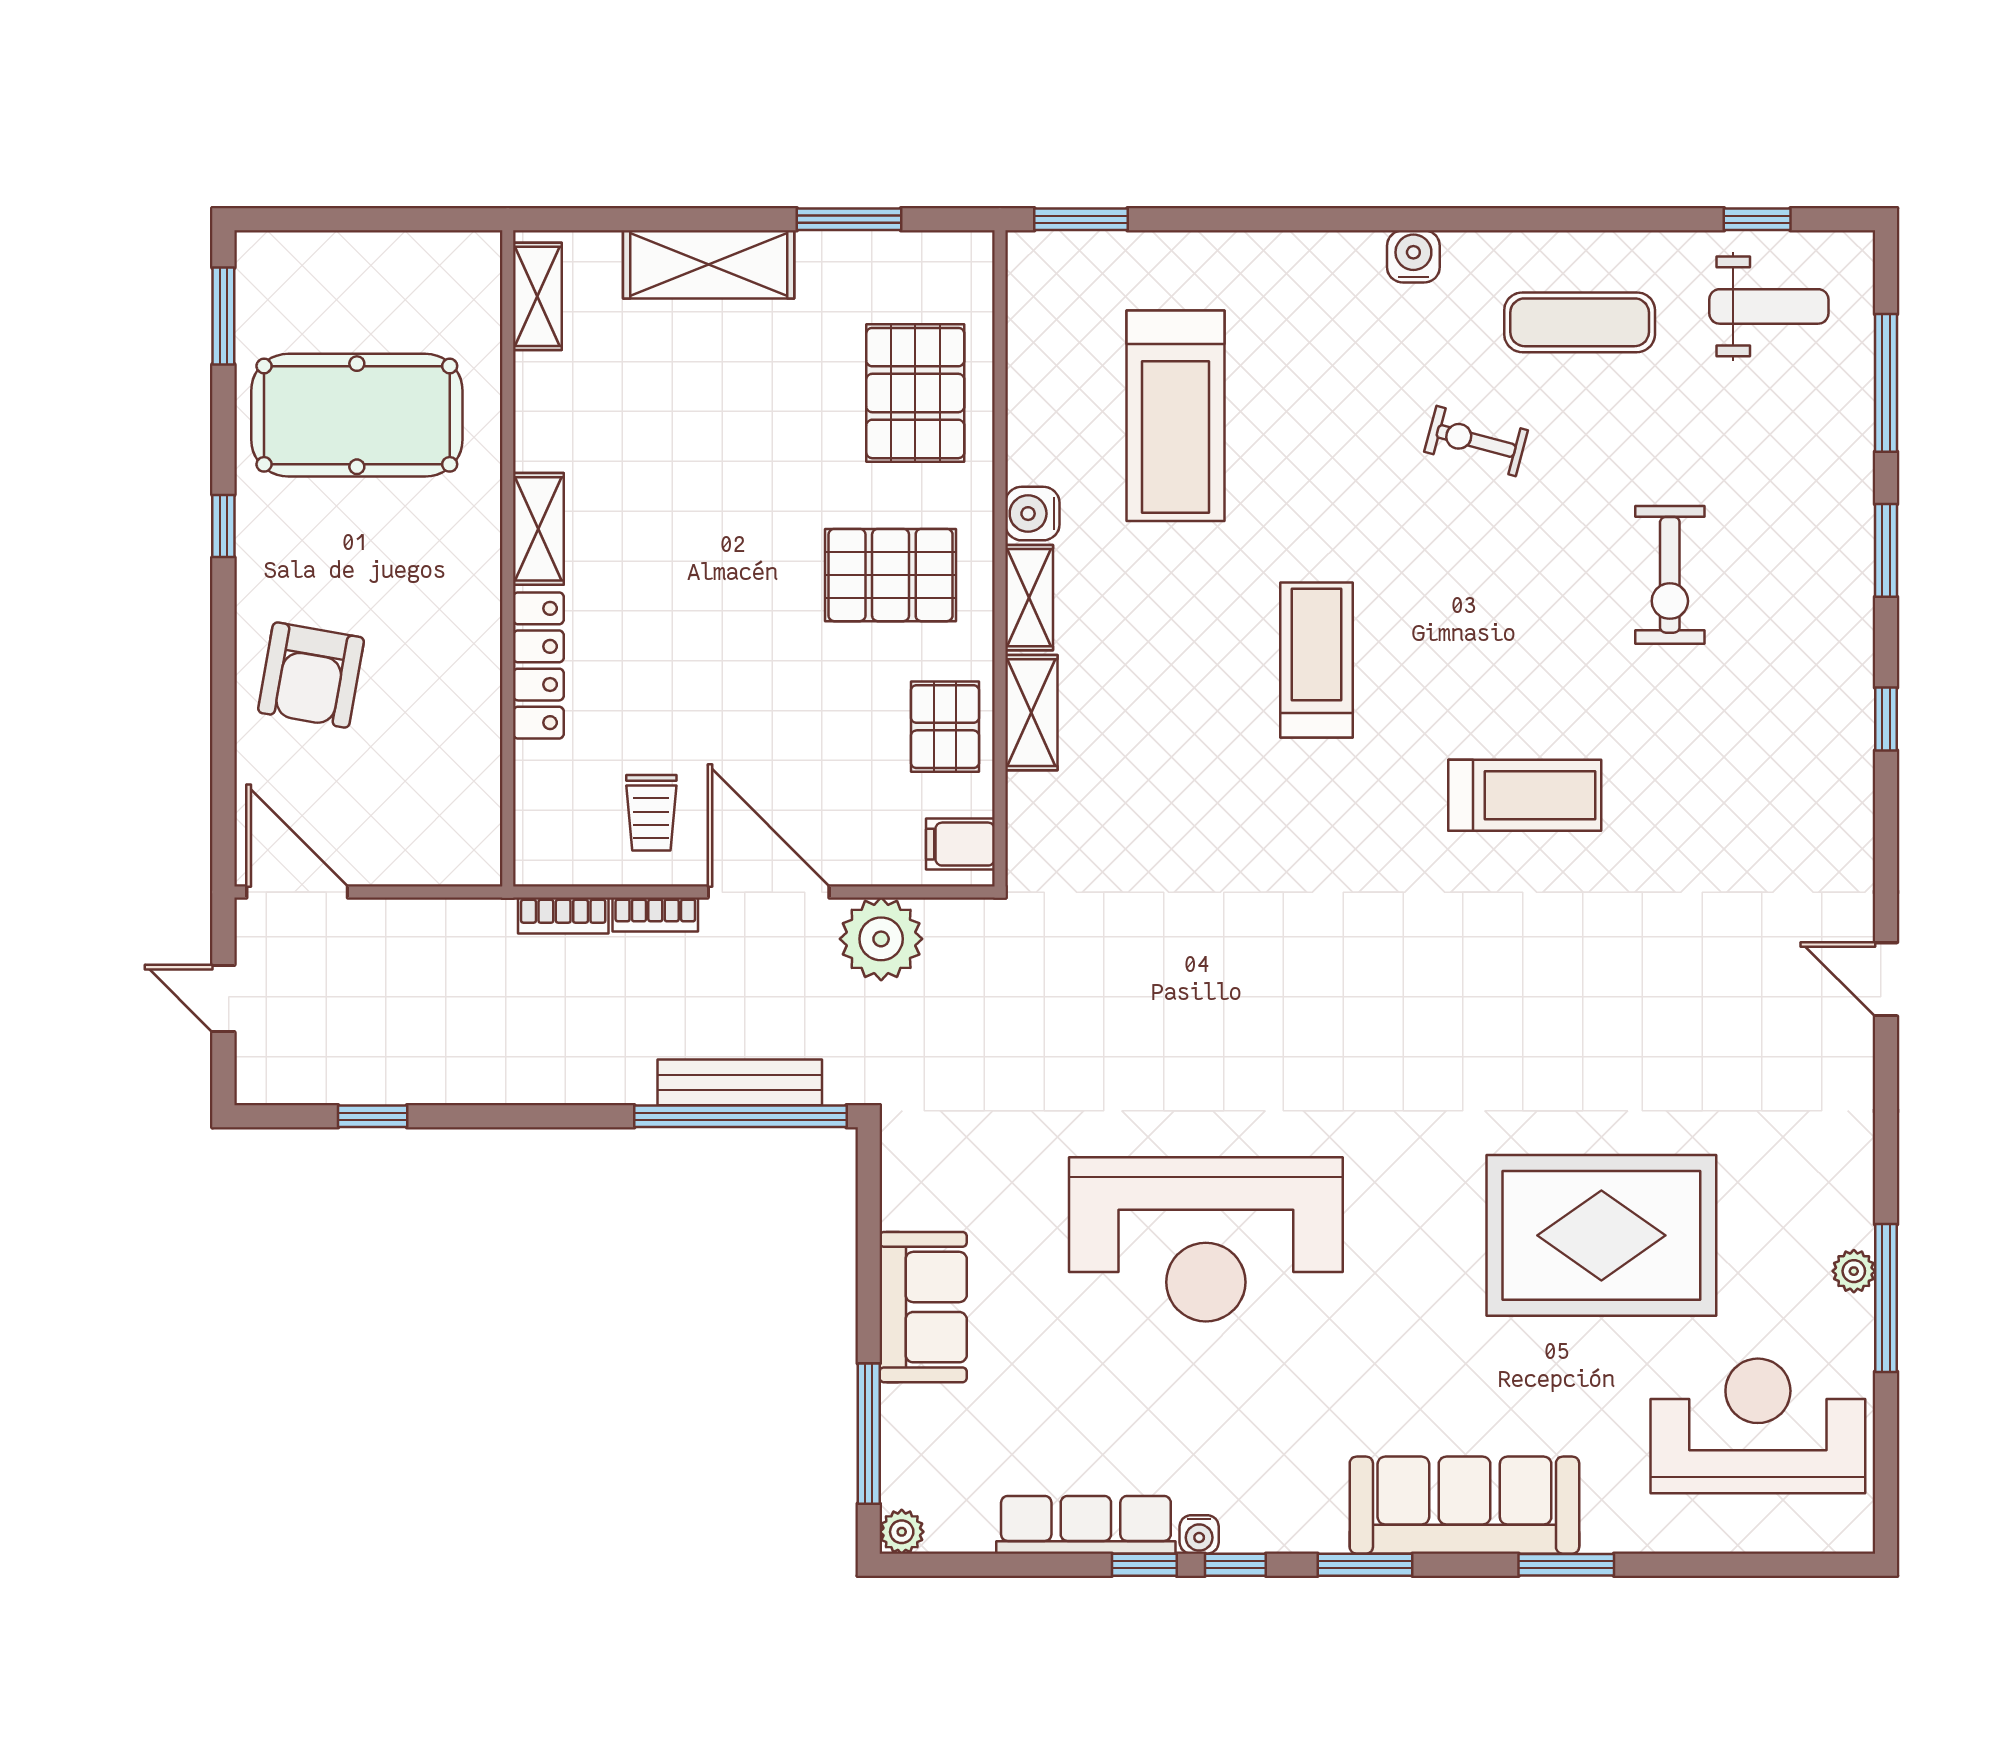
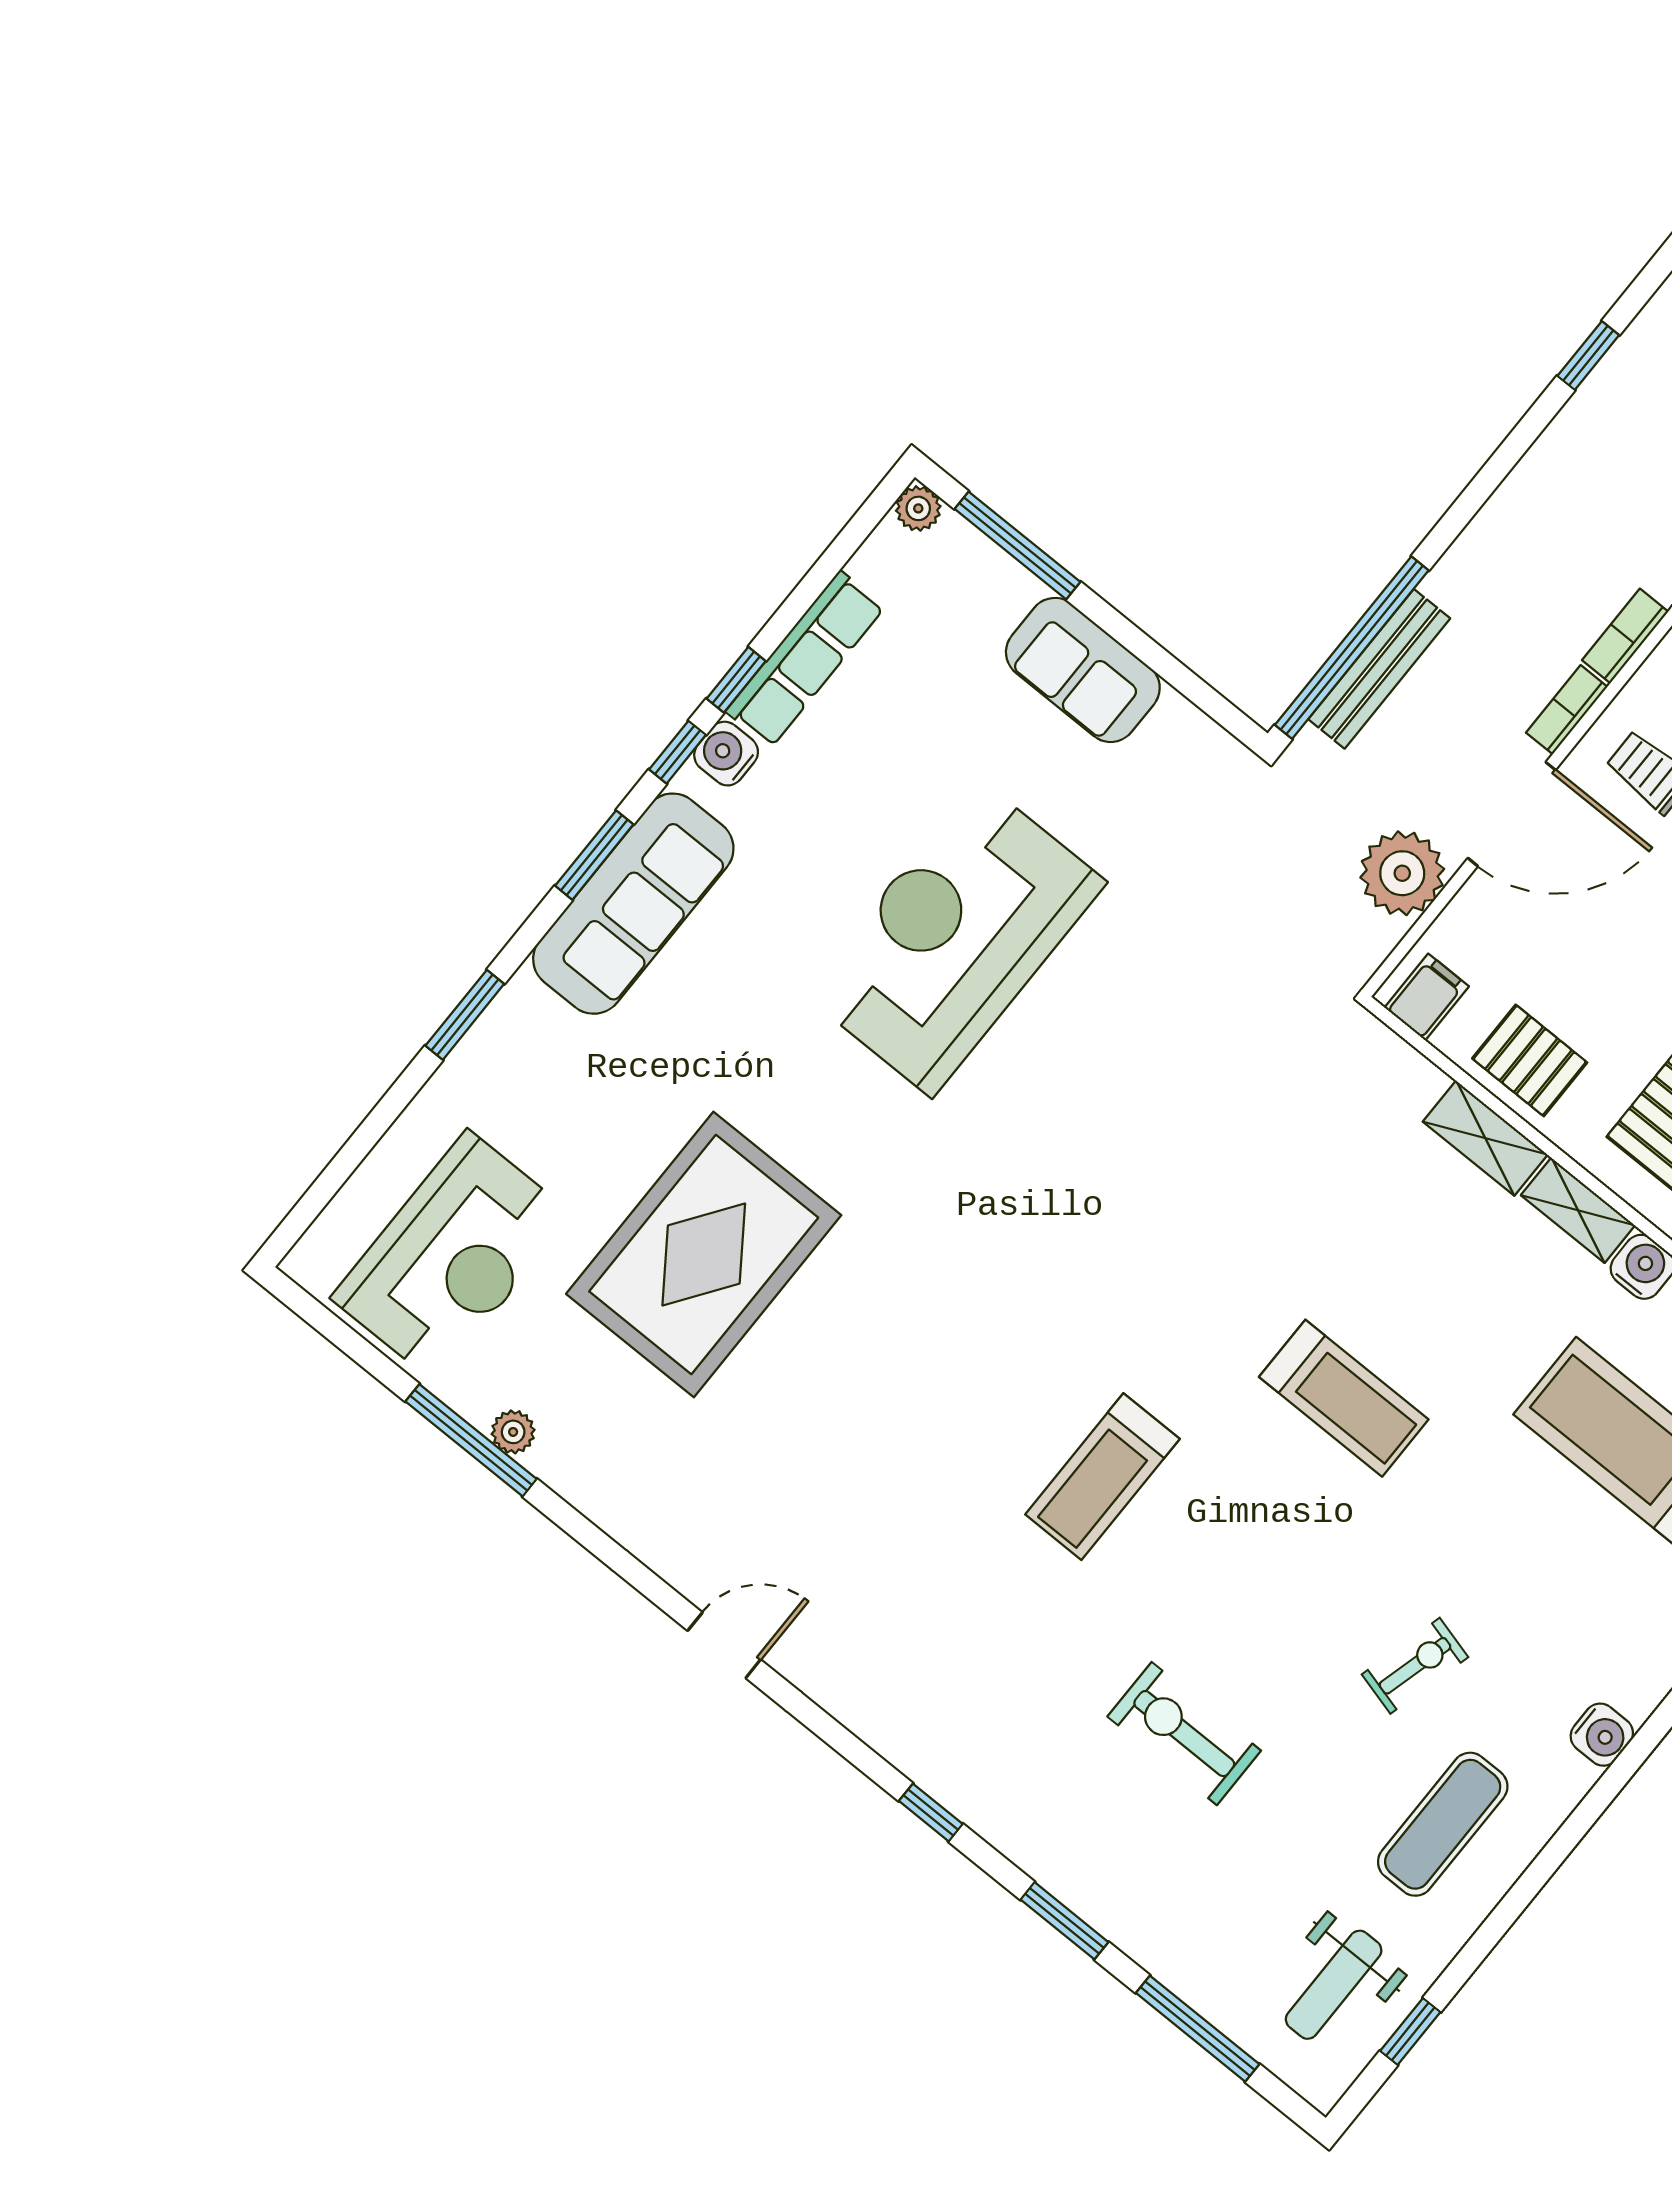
sofa: (1464, 1505) -> (633, 904), moved
water cooler: (1199, 1534) -> (726, 754), width x1.38, depth x1.38

